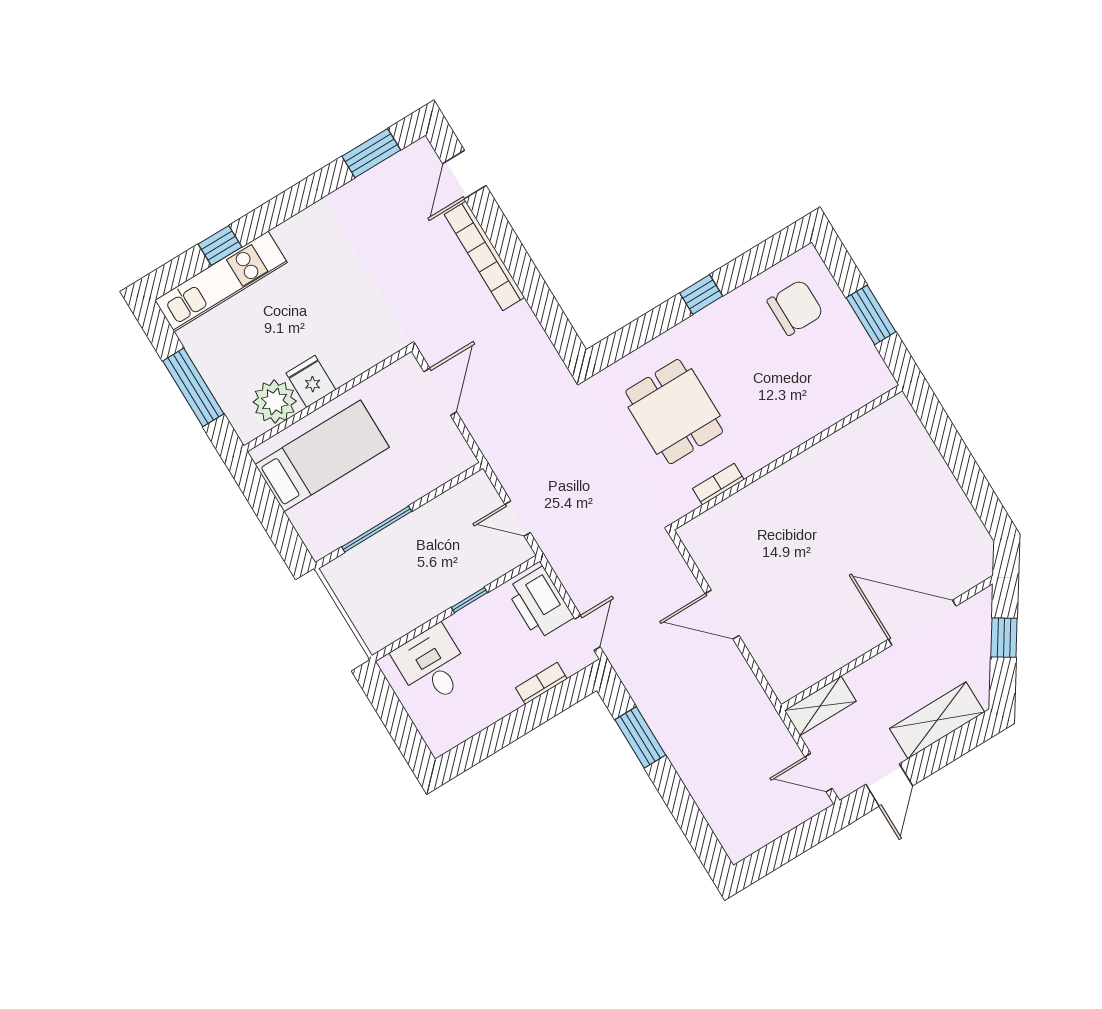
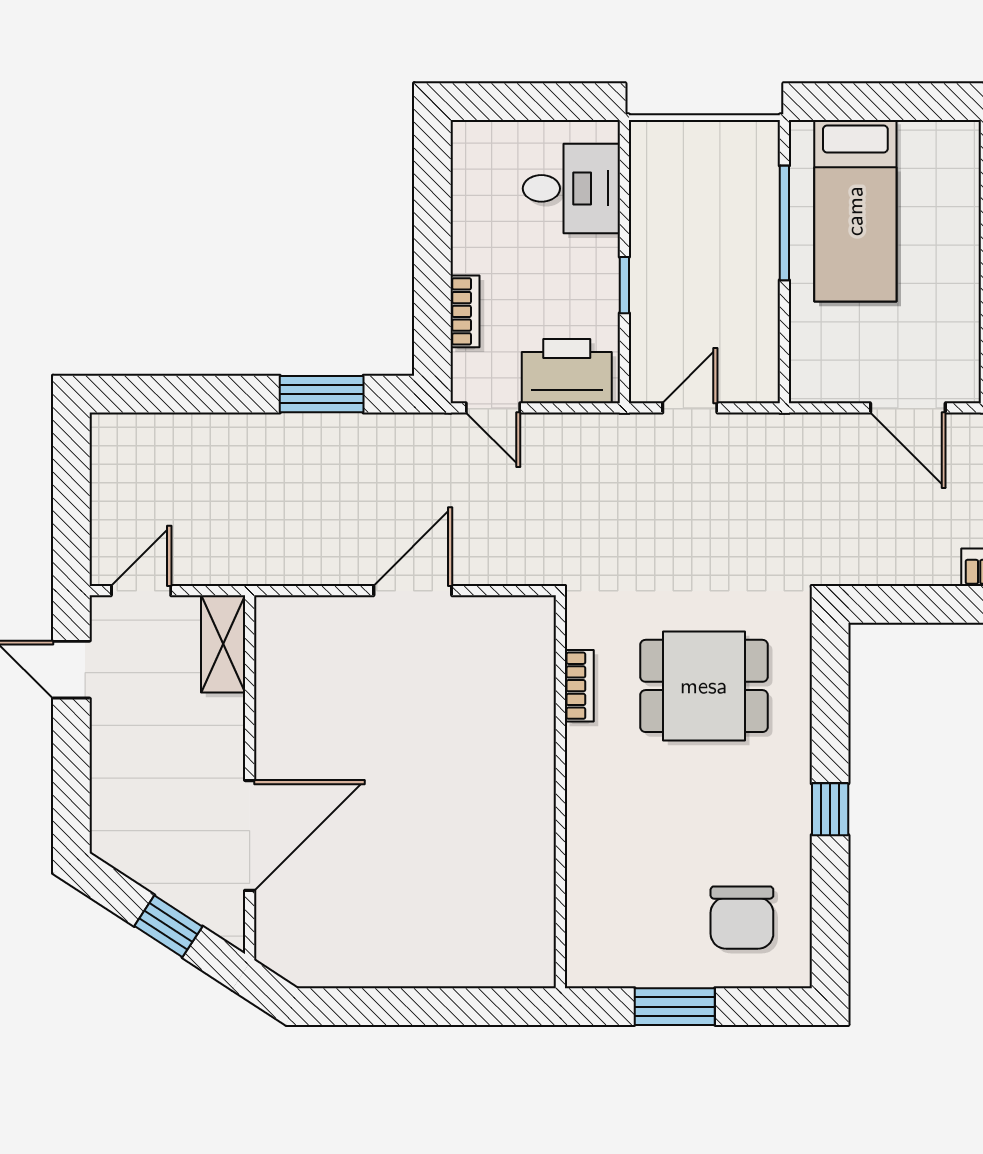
bed: (322, 456) -> (855, 211), moved
shelving: (937, 720) -> (116, 779), removed

